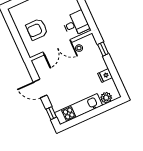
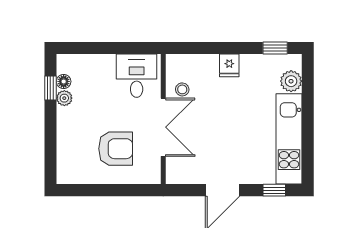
armchair: (37, 29) -> (116, 149), turned -90
window: (103, 49) -> (275, 48), moved
fridge: (105, 75) -> (229, 65), moved

